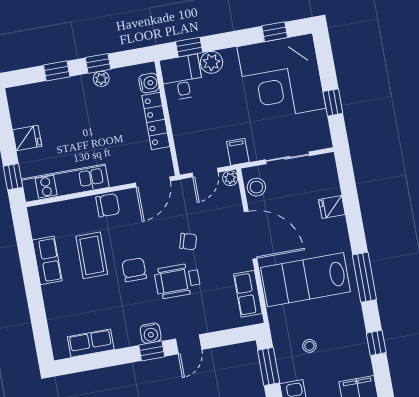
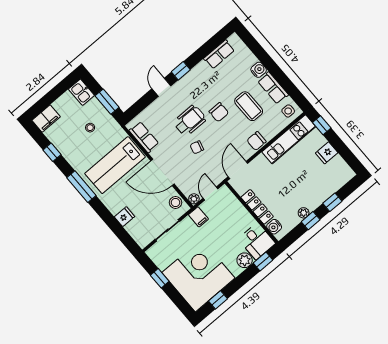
side table: (45, 220) -> (288, 111), added
lab bench: (306, 280) -> (115, 165), turned 180
water cooler: (151, 333) -> (259, 70), moved, turned 90

